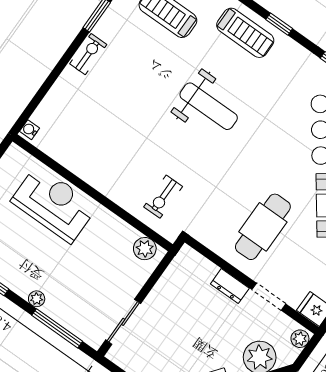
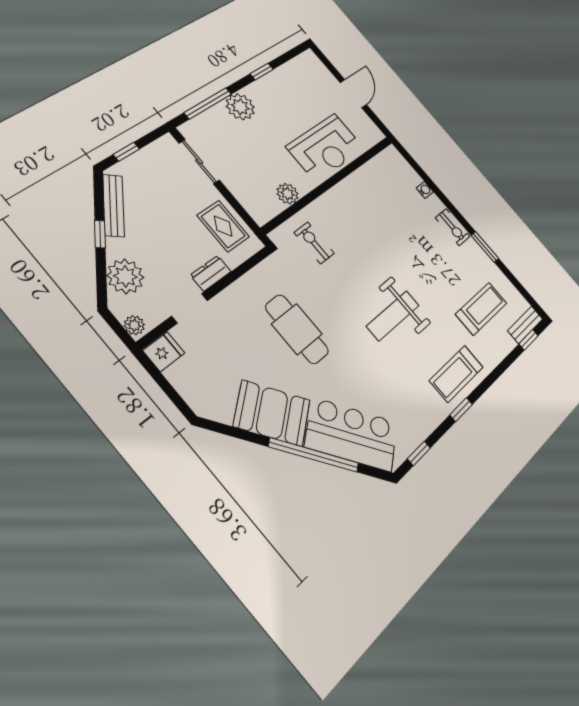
water cooler: (30, 130) -> (425, 190), moved
cafe table: (263, 227) -> (297, 329), moved
plant: (145, 249) -> (288, 194), moved
rug: (180, 285) -> (223, 226), added
plant: (37, 299) -> (240, 107), width x1.87, depth x1.87

